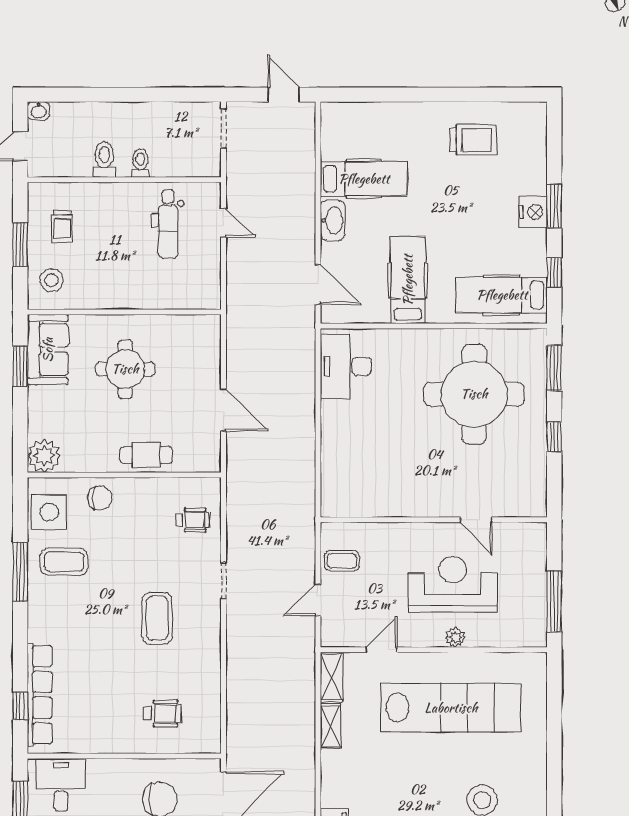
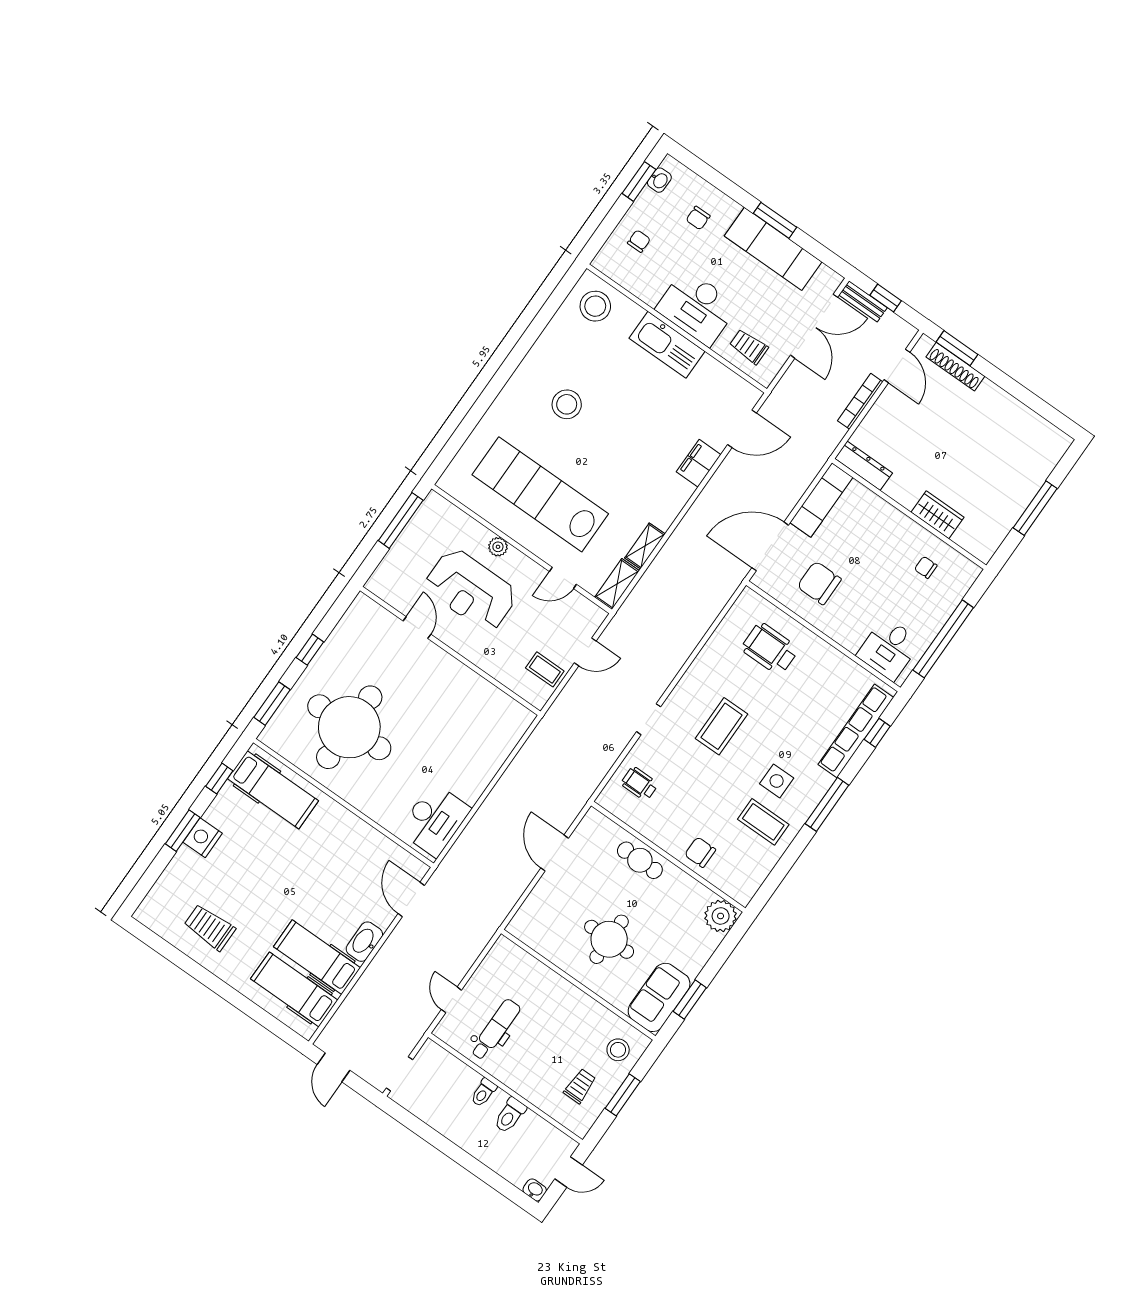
hospital bed: (408, 280) -> (294, 989), moved, turned 90
side table: (49, 512) -> (777, 781), moved, width x0.73, depth x0.73
window: (20, 572) -> (827, 804), moved
wheelchair: (162, 713) -> (770, 649), width x1.36, depth x1.37

